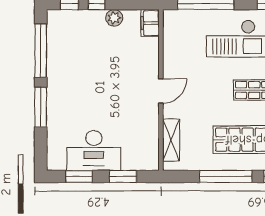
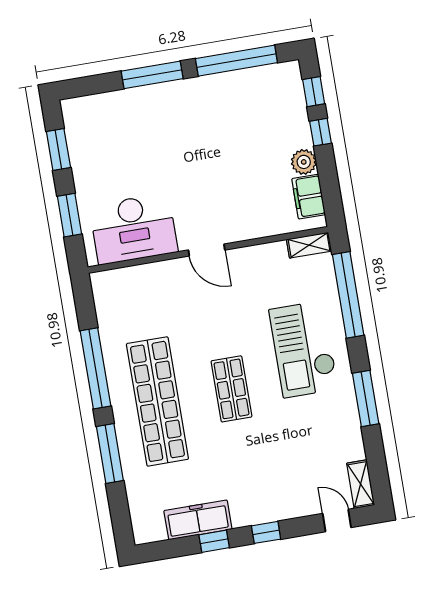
filing cabinet: (150, 23) -> (309, 197), moved, turned -90
shelving: (171, 140) -> (309, 245), moved, width x0.67, depth x0.75
desk: (94, 150) -> (134, 229), moved, turned -90

